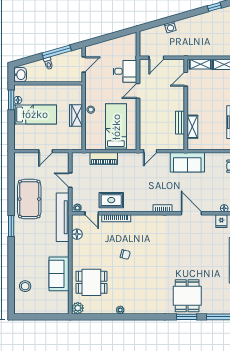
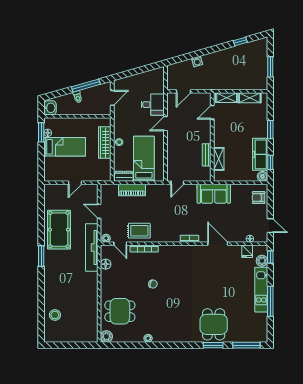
wardrobe: (76, 116) -> (105, 143), width x1.50
dresser: (95, 145) -> (124, 176), added
sofa: (59, 274) -> (88, 303), removed

